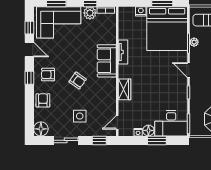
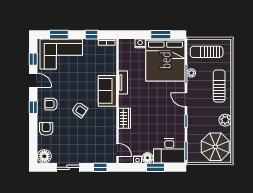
plant: (90, 13) -> (91, 45), removed
side table: (80, 116) -> (82, 144), removed
door: (117, 122) -> (117, 150), swing flipped

